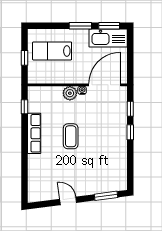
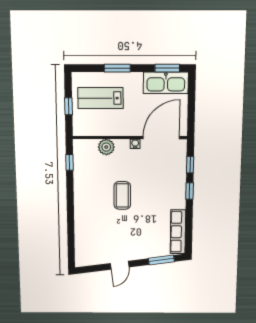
window: (80, 26) -> (117, 68), moved
plant: (70, 93) -> (106, 147), moved
row of seats: (34, 133) -> (178, 232), moved, turned 180
door: (68, 201) -> (120, 265), swing flipped

